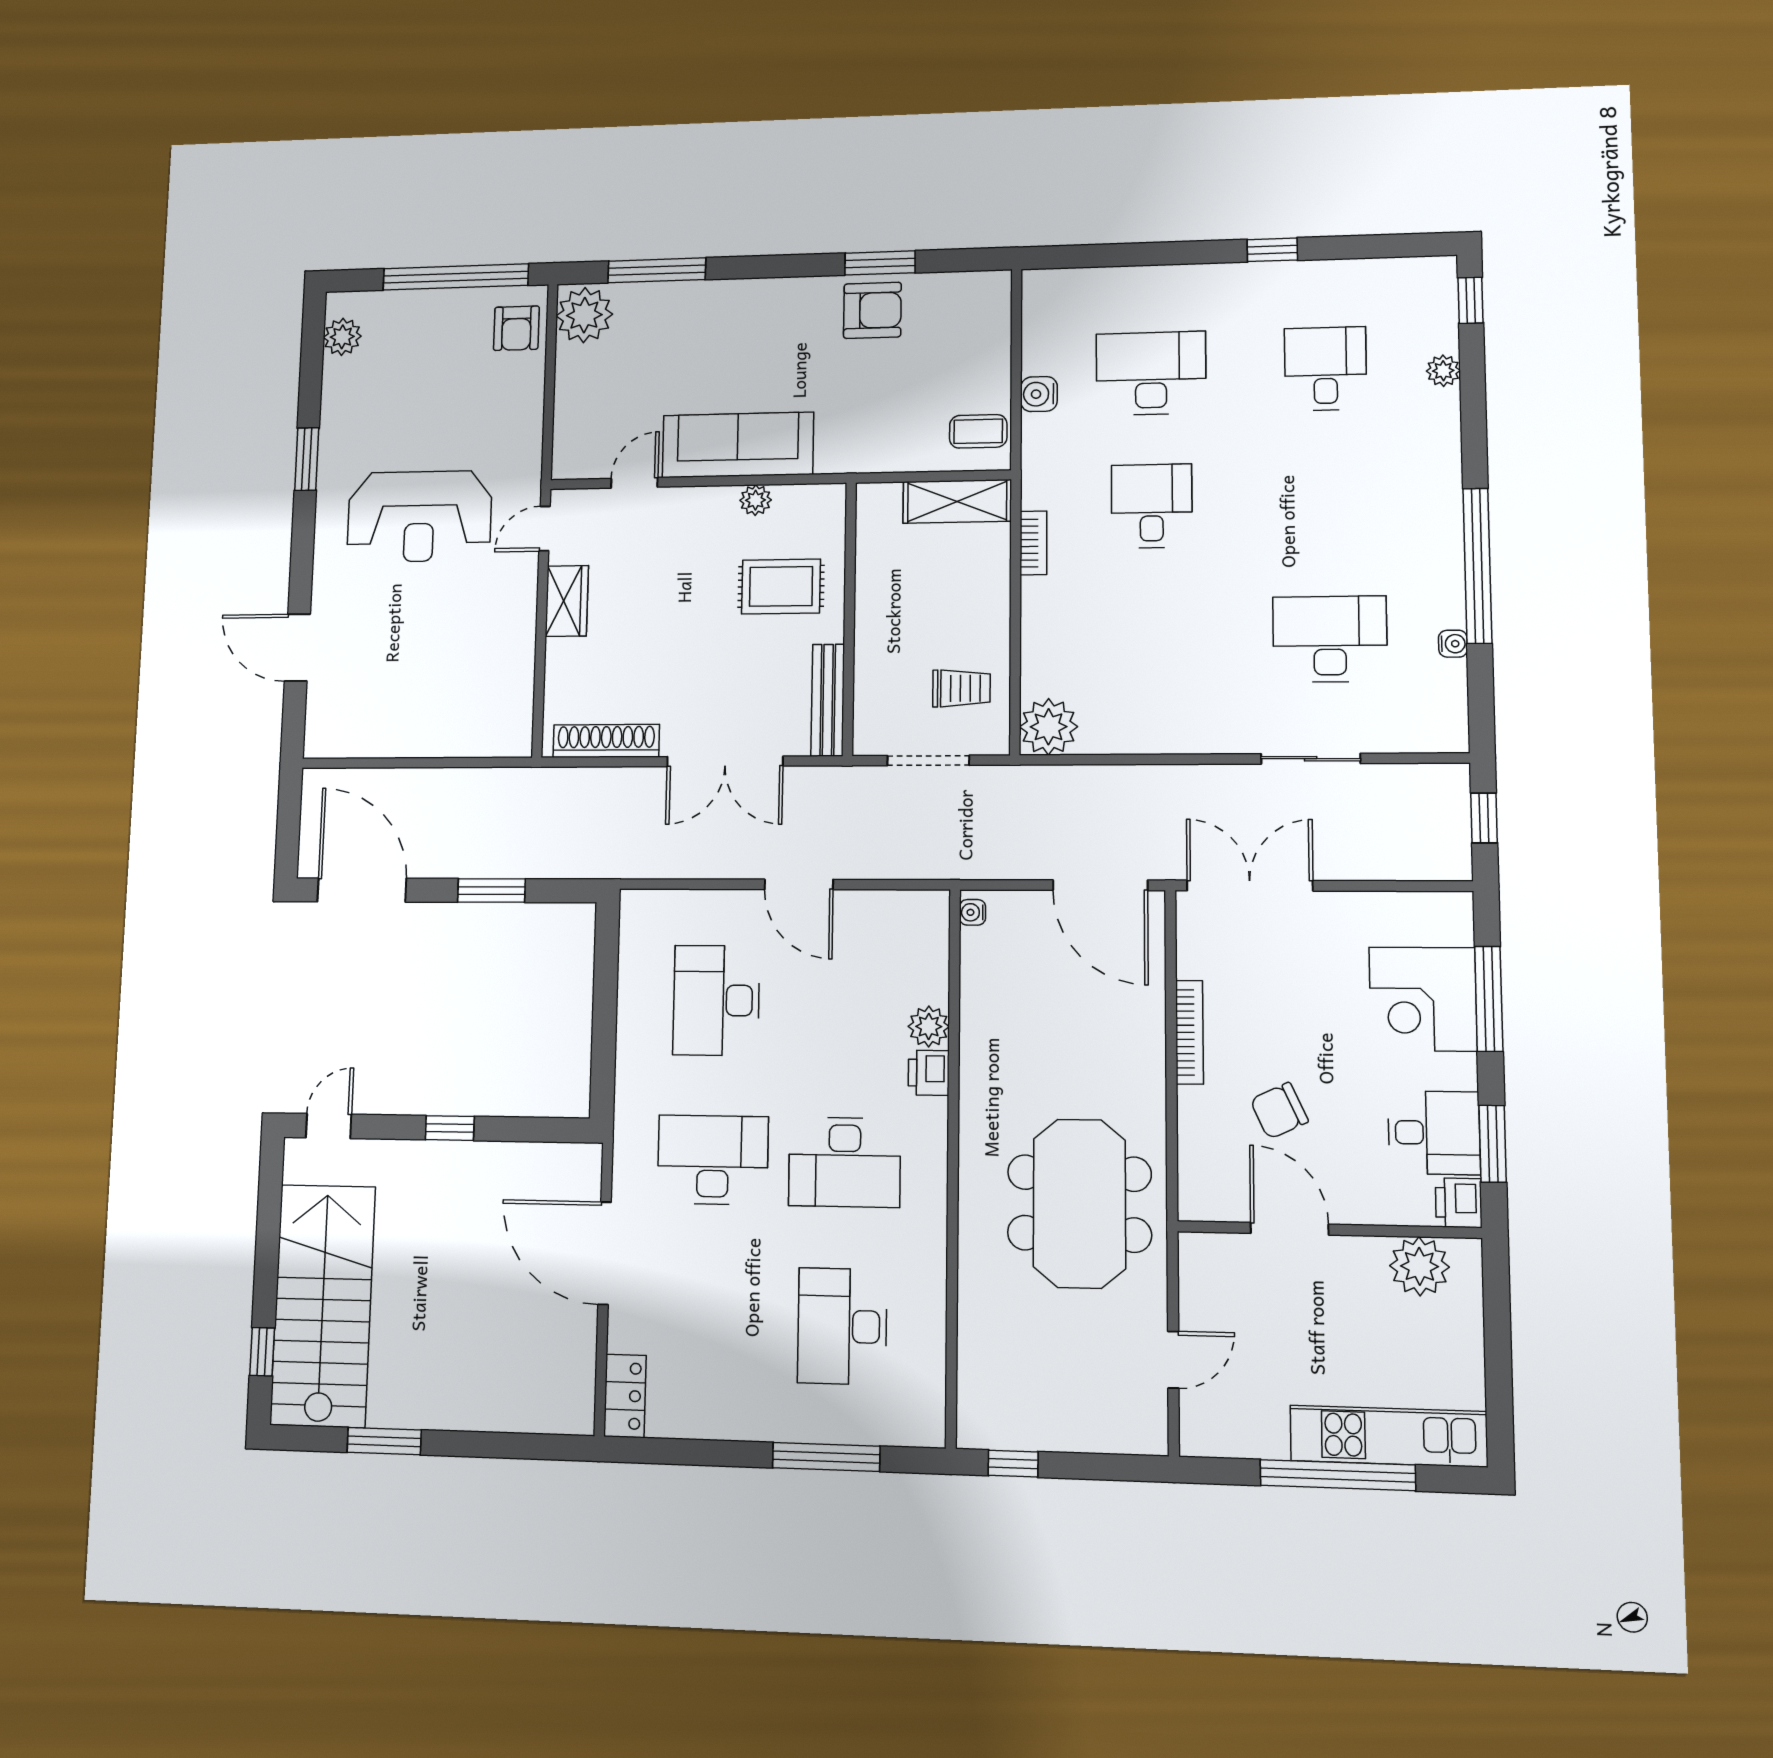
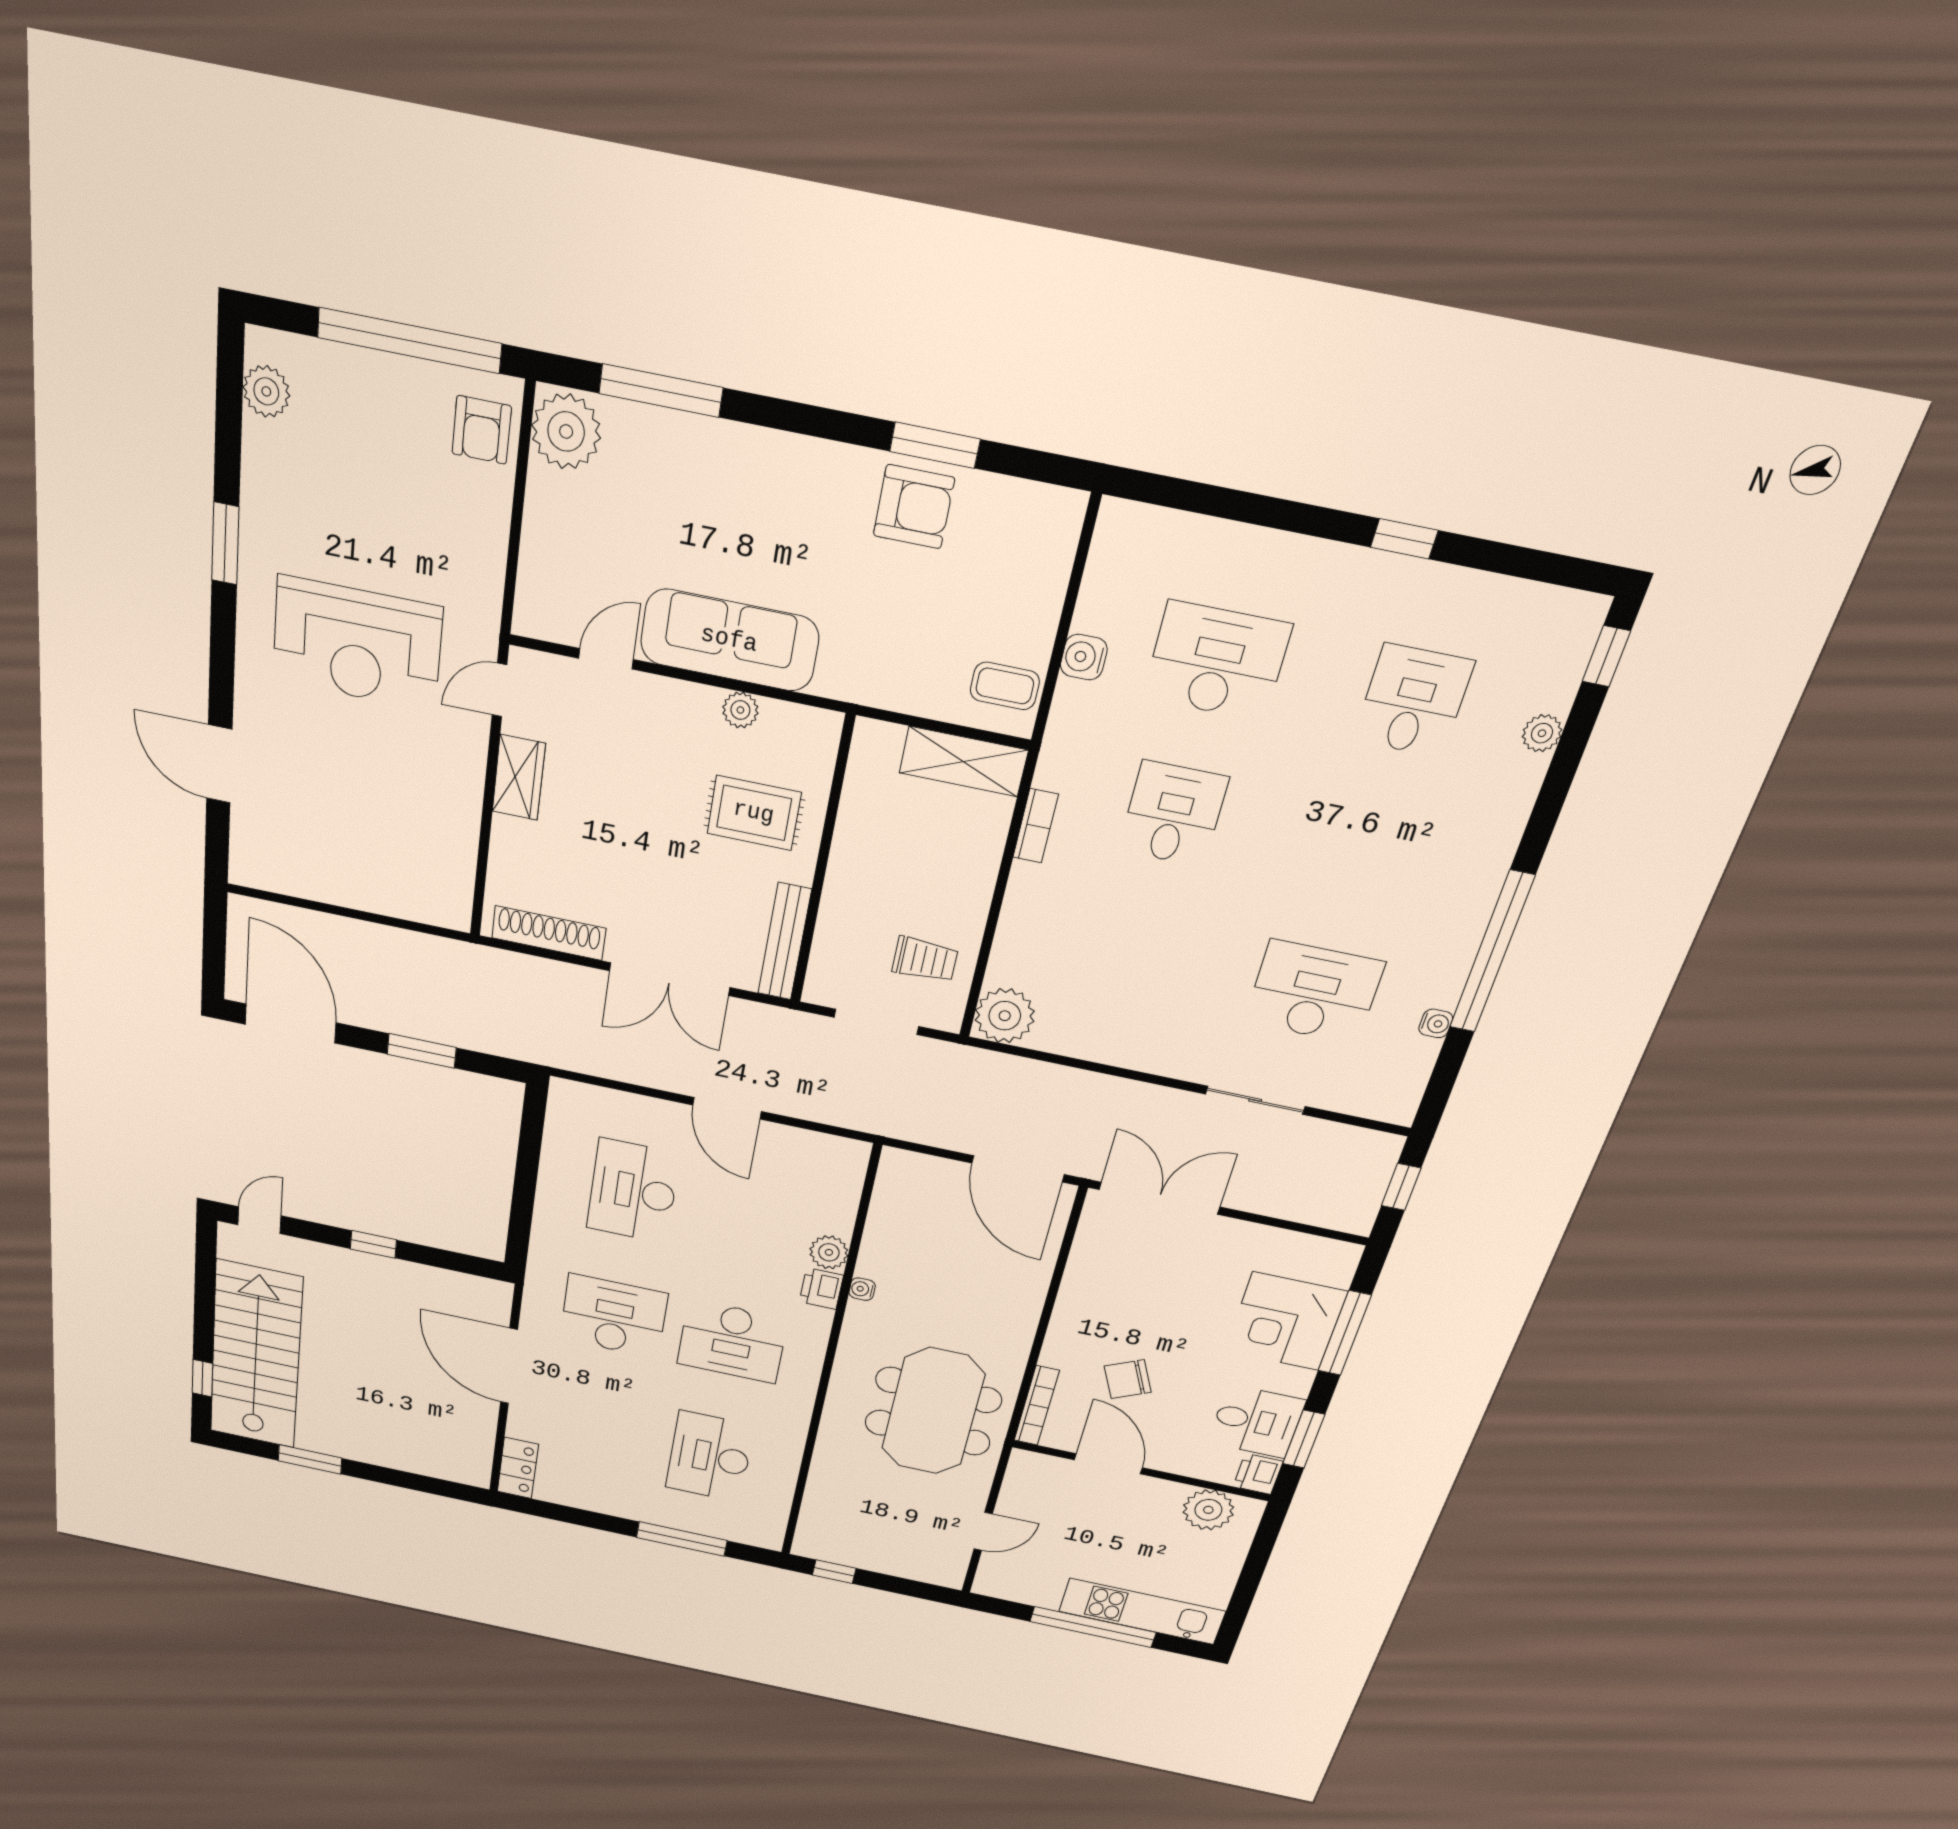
water cooler: (973, 912) -> (862, 1289), moved
bookcase: (1189, 1032) -> (1037, 1406), moved

